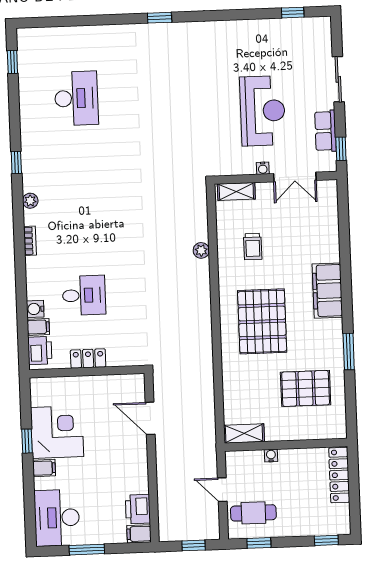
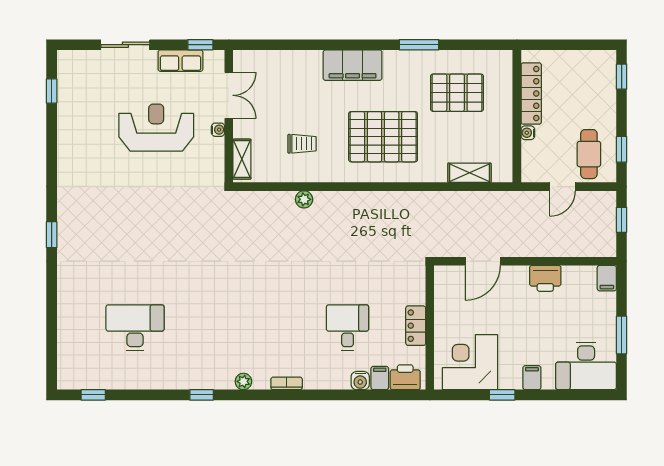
pallet: (306, 388) -> (457, 93), turned 90
corner desk: (57, 432) -> (470, 362), moved
shelving: (244, 433) -> (469, 173), moved, turned 90
locker: (339, 475) -> (531, 94), moved, turned -90
printer: (138, 509) -> (545, 278), moved

